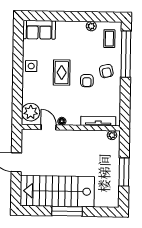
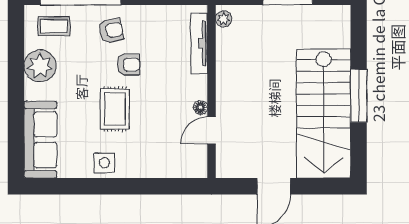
plant: (91, 26) -> (40, 66), width x1.87, depth x1.87
sofa: (39, 30) -> (40, 140), width x1.36
rug: (62, 73) -> (115, 109), turned 90
plant: (31, 112) -> (185, 162), removed

